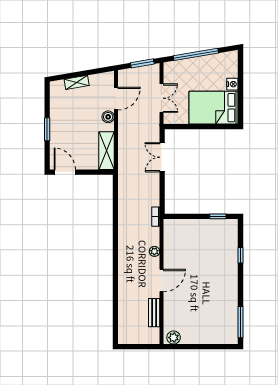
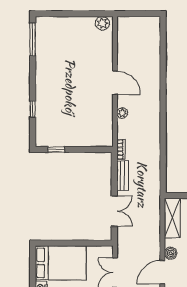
door: (161, 281) -> (115, 83), swing flipped
bench: (154, 313) -> (123, 175), moved

